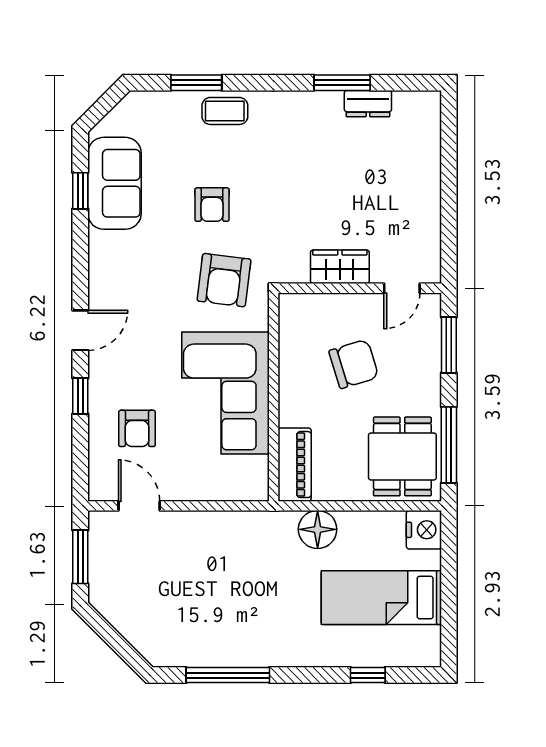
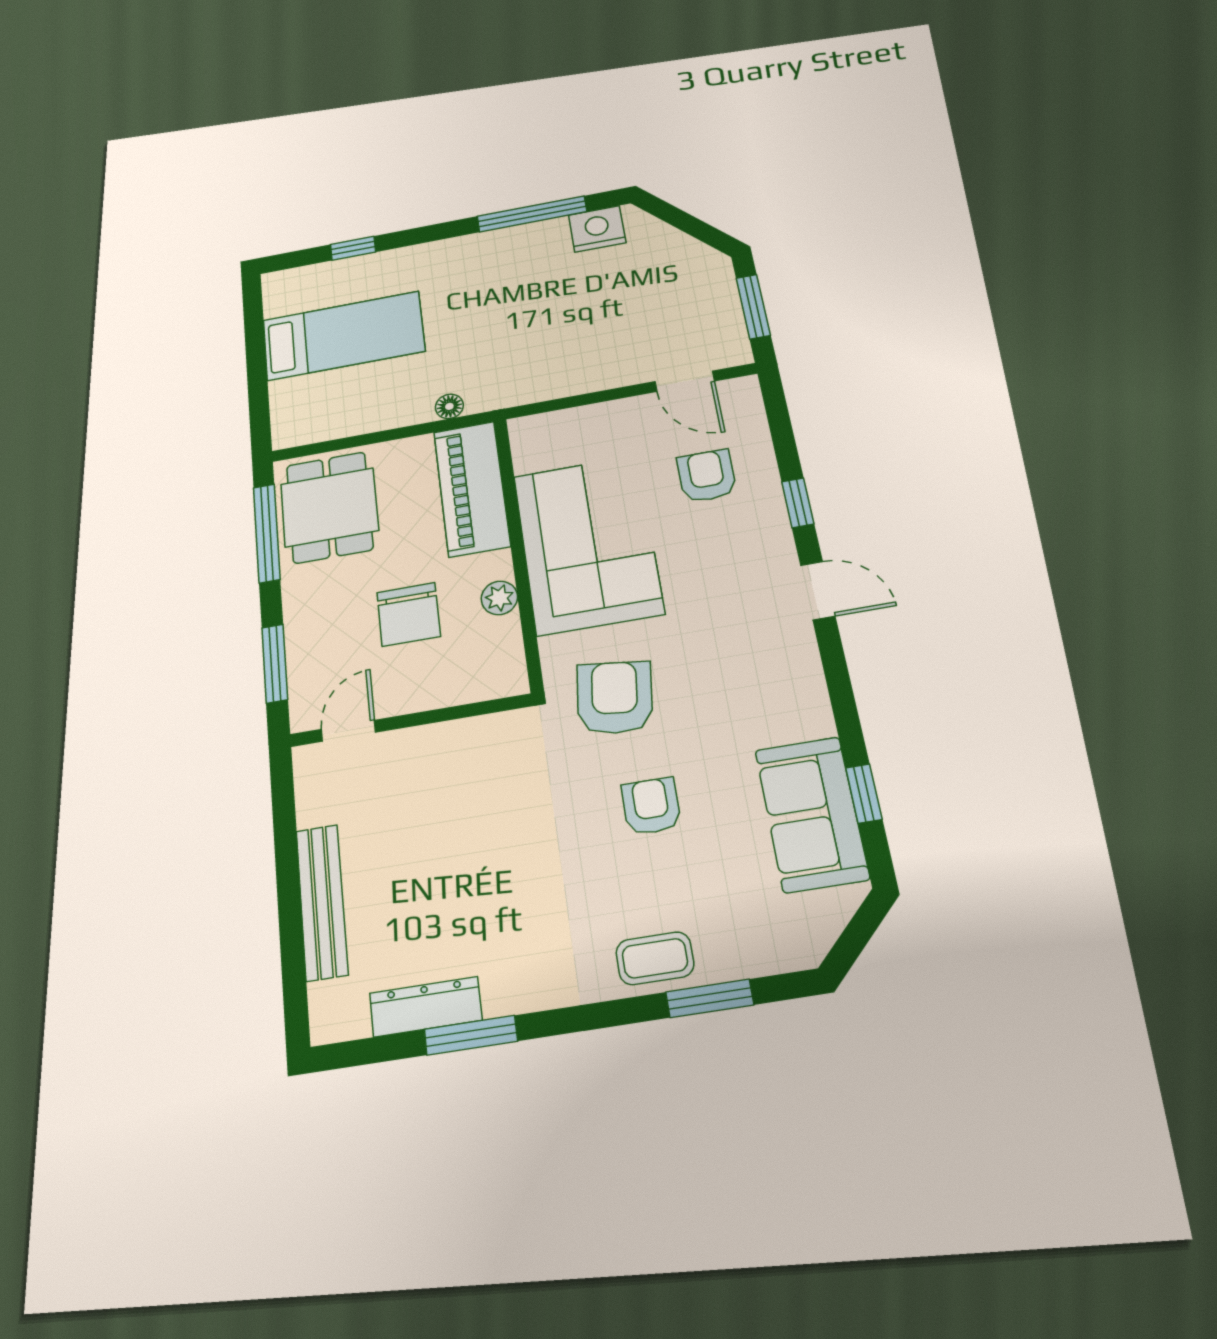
dresser: (368, 104) -> (426, 1007), width x1.44
bench: (428, 178) -> (322, 902), added
wardrobe: (340, 267) -> (443, 746), removed
door: (80, 330) -> (818, 590), swing flipped
plant: (291, 364) -> (499, 598), added
chair: (354, 364) -> (409, 614), turned -73
piano: (295, 465) -> (472, 488), width x1.37, depth x1.33
floor lamp: (318, 529) -> (449, 406), width x0.53, depth x0.53
nightstand: (424, 530) -> (597, 229), moved, turned 90

